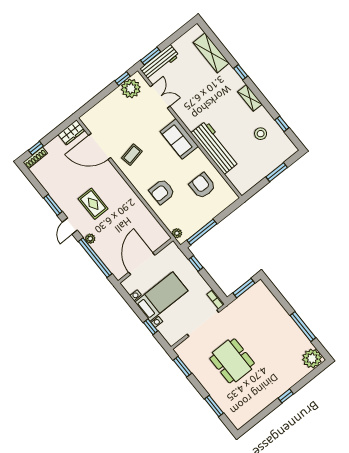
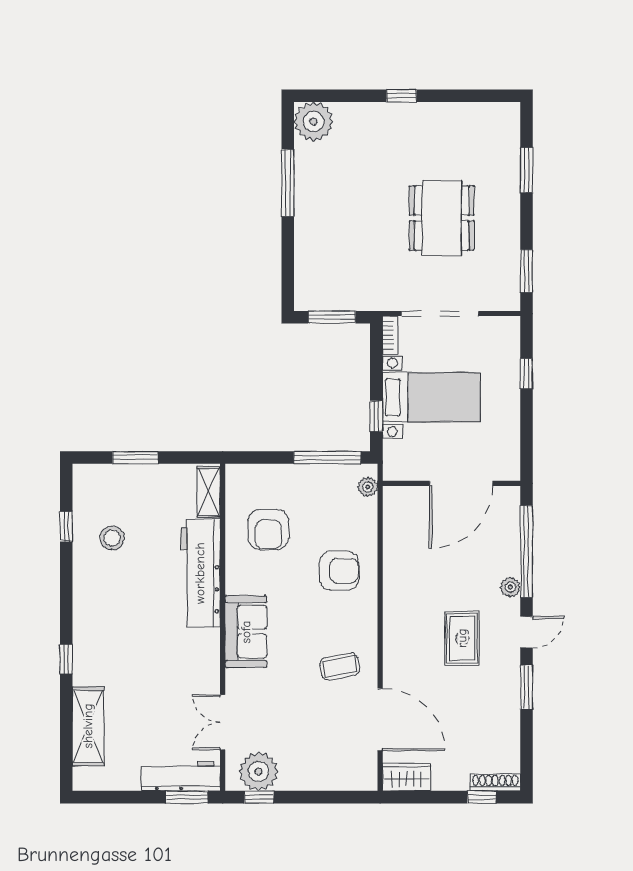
shelving: (250, 98) -> (209, 492), moved
bed with nightstands: (161, 296) -> (431, 397), moved, turned 180

